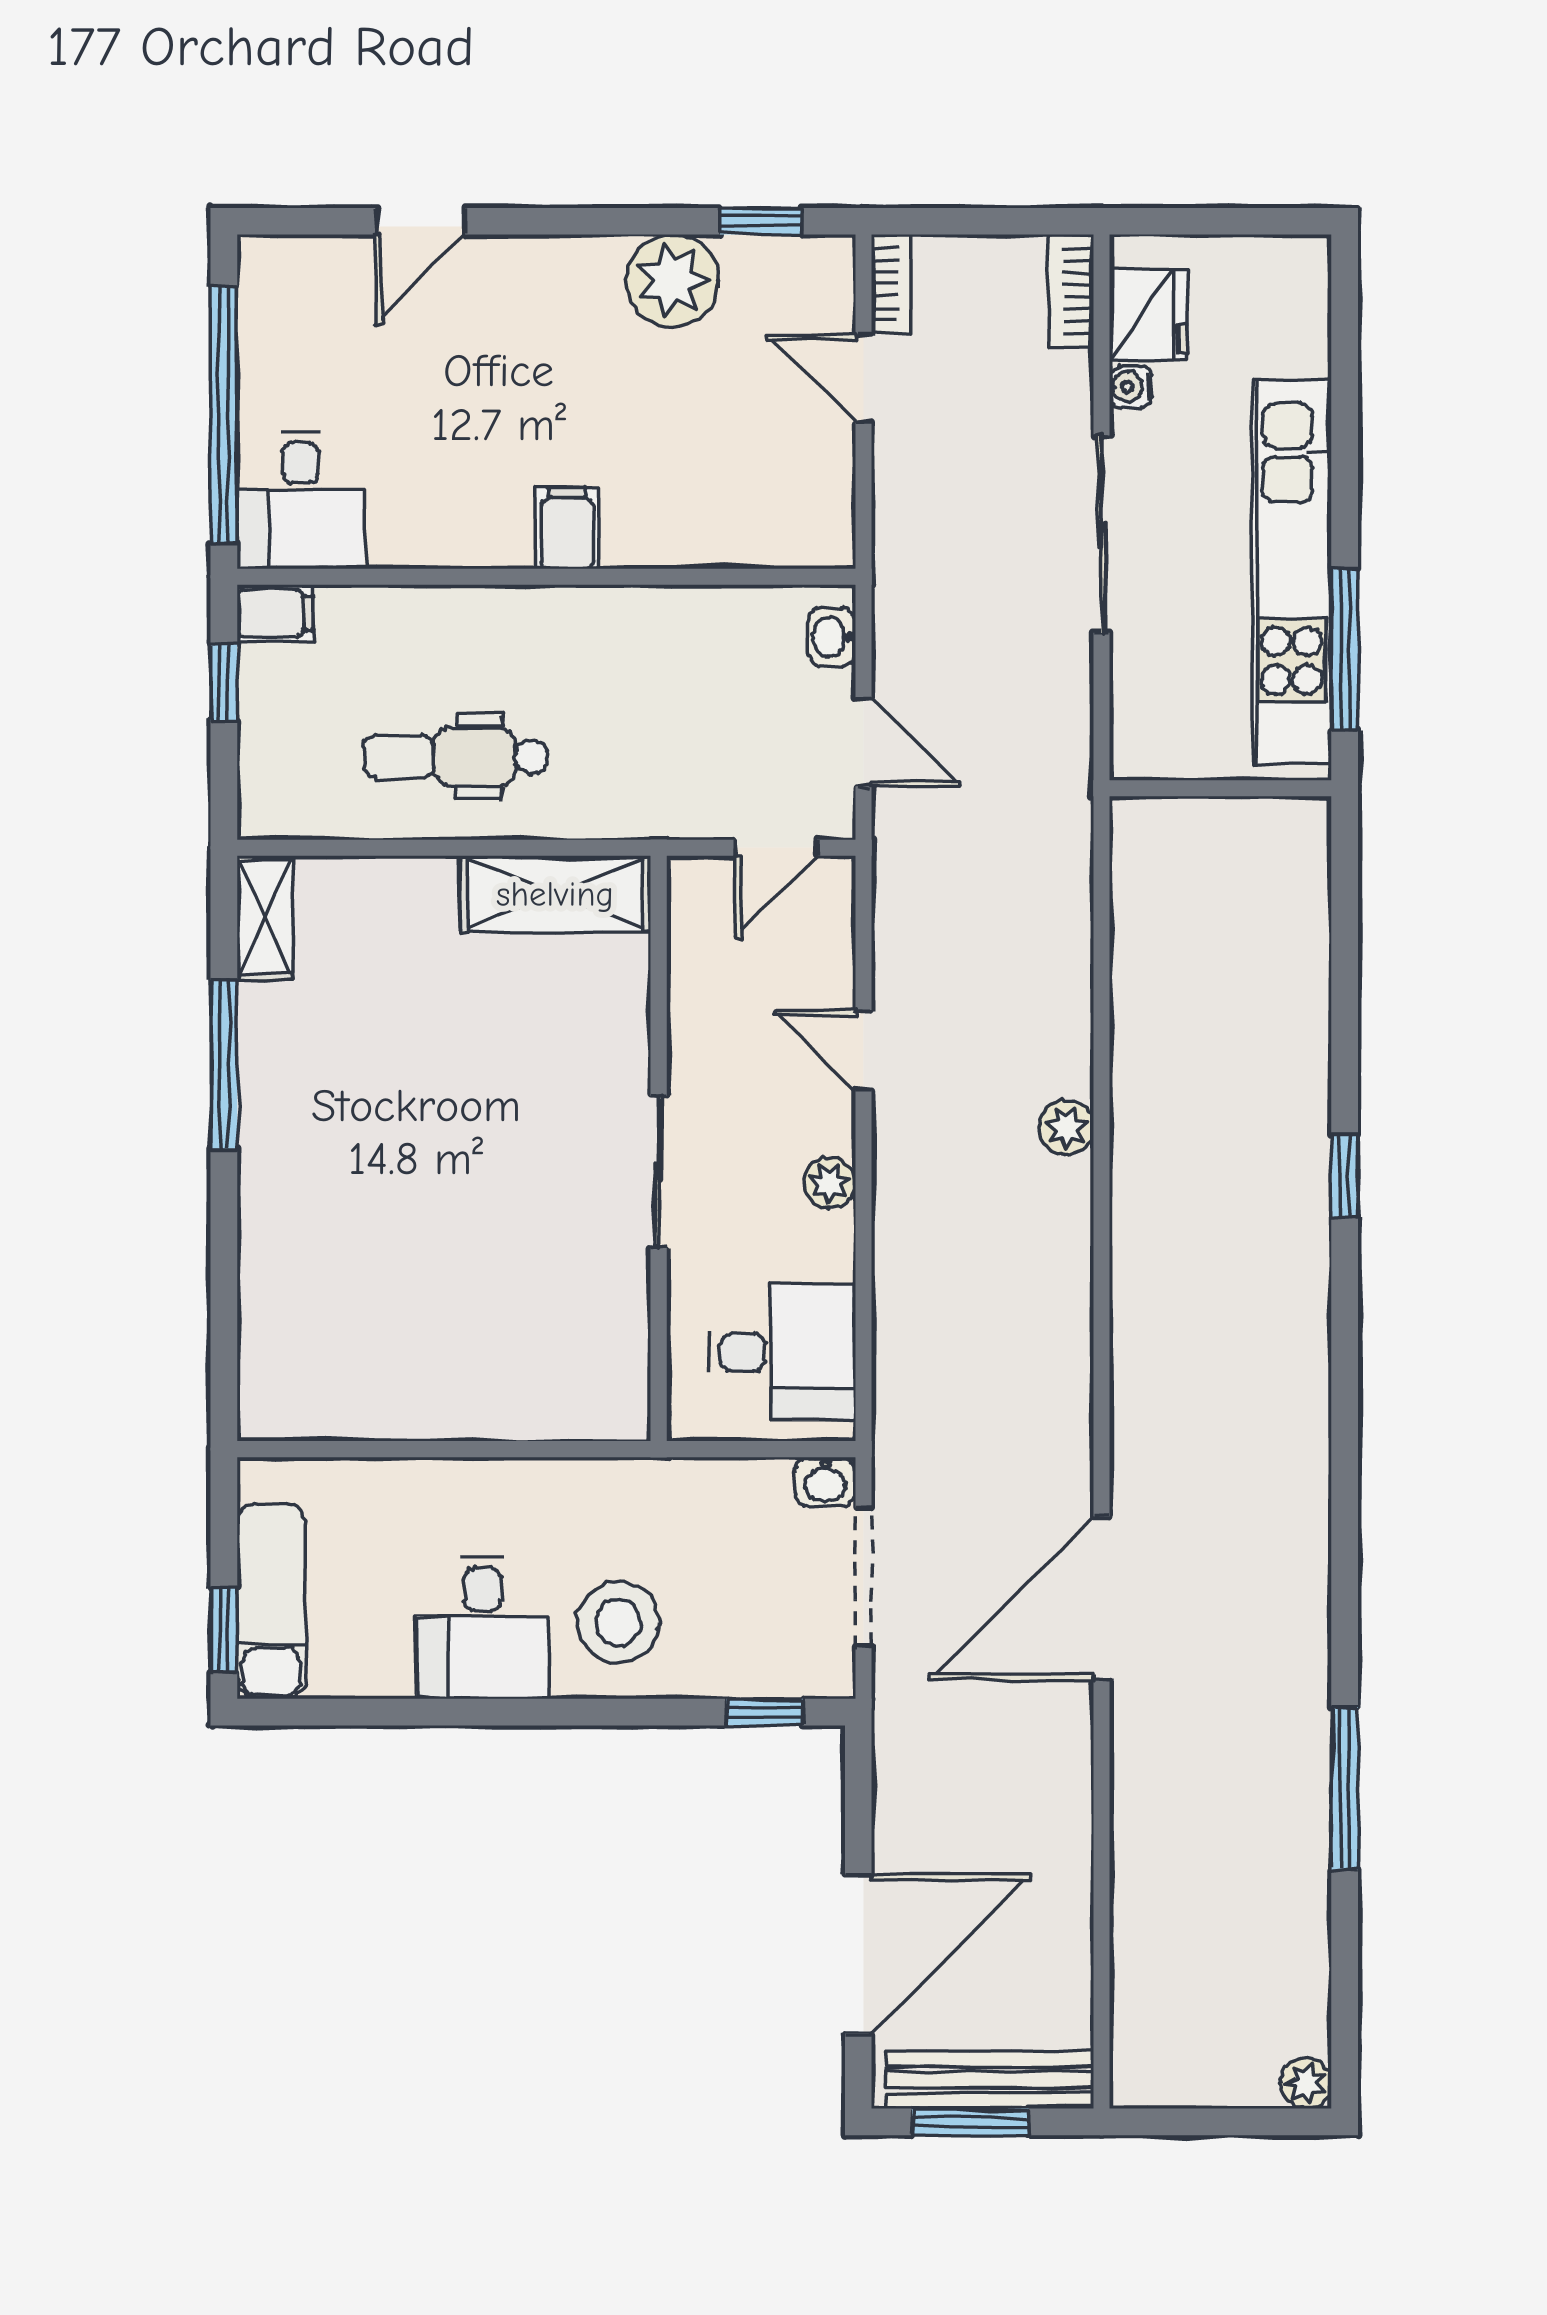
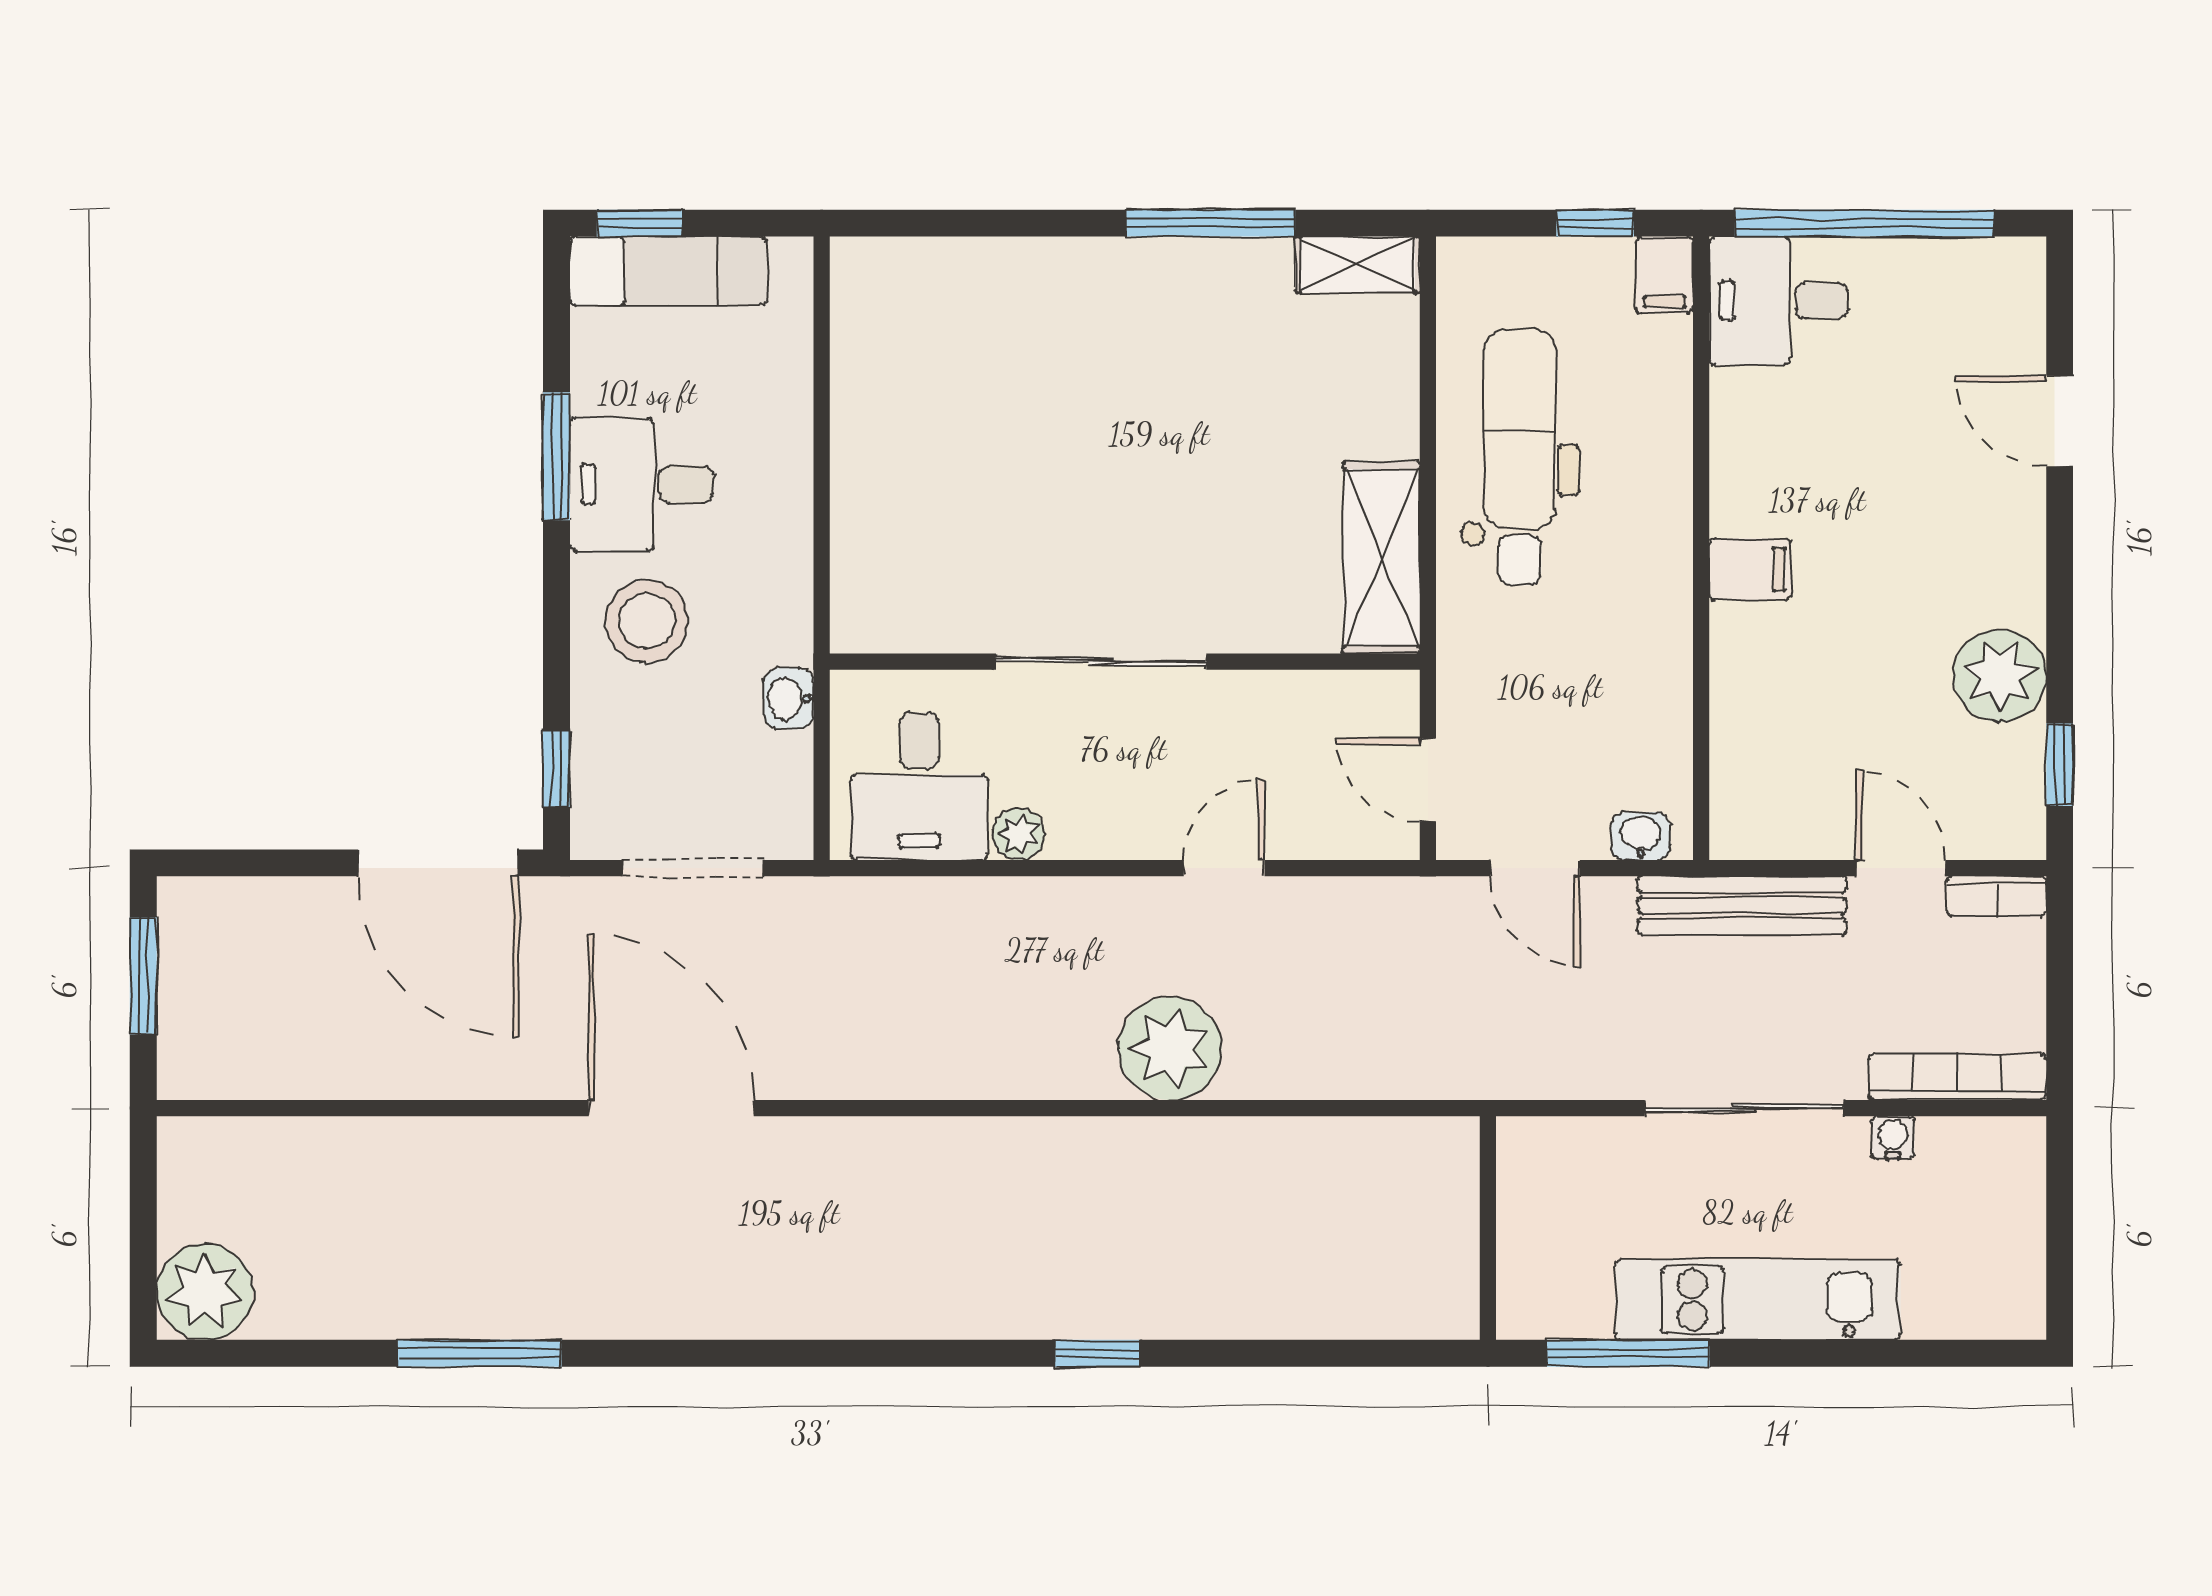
bookcase: (1071, 291) -> (1957, 1077), width x1.56
fridge: (1149, 315) -> (1966, 1156), removed
door: (864, 379) -> (1901, 868), hinge flipped
kitchen unit: (1292, 572) -> (1758, 1300), width x0.73
door: (864, 742) -> (1535, 868), hinge flipped
dental chair: (456, 757) -> (1520, 457), width x1.36, depth x1.38
plant: (1066, 1127) -> (1170, 1048), width x1.88, depth x1.88
sliding door: (659, 1172) -> (1101, 662), width x1.37
plant: (830, 1183) -> (1019, 834), moved
washbasin: (825, 1482) -> (789, 698), moved
window: (455, 1712) -> (556, 456), added
door: (858, 1954) -> (438, 863), moved
bench: (990, 2080) -> (1742, 905), moved, turned 90
plant: (1306, 2083) -> (205, 1292), width x1.88, depth x1.88

